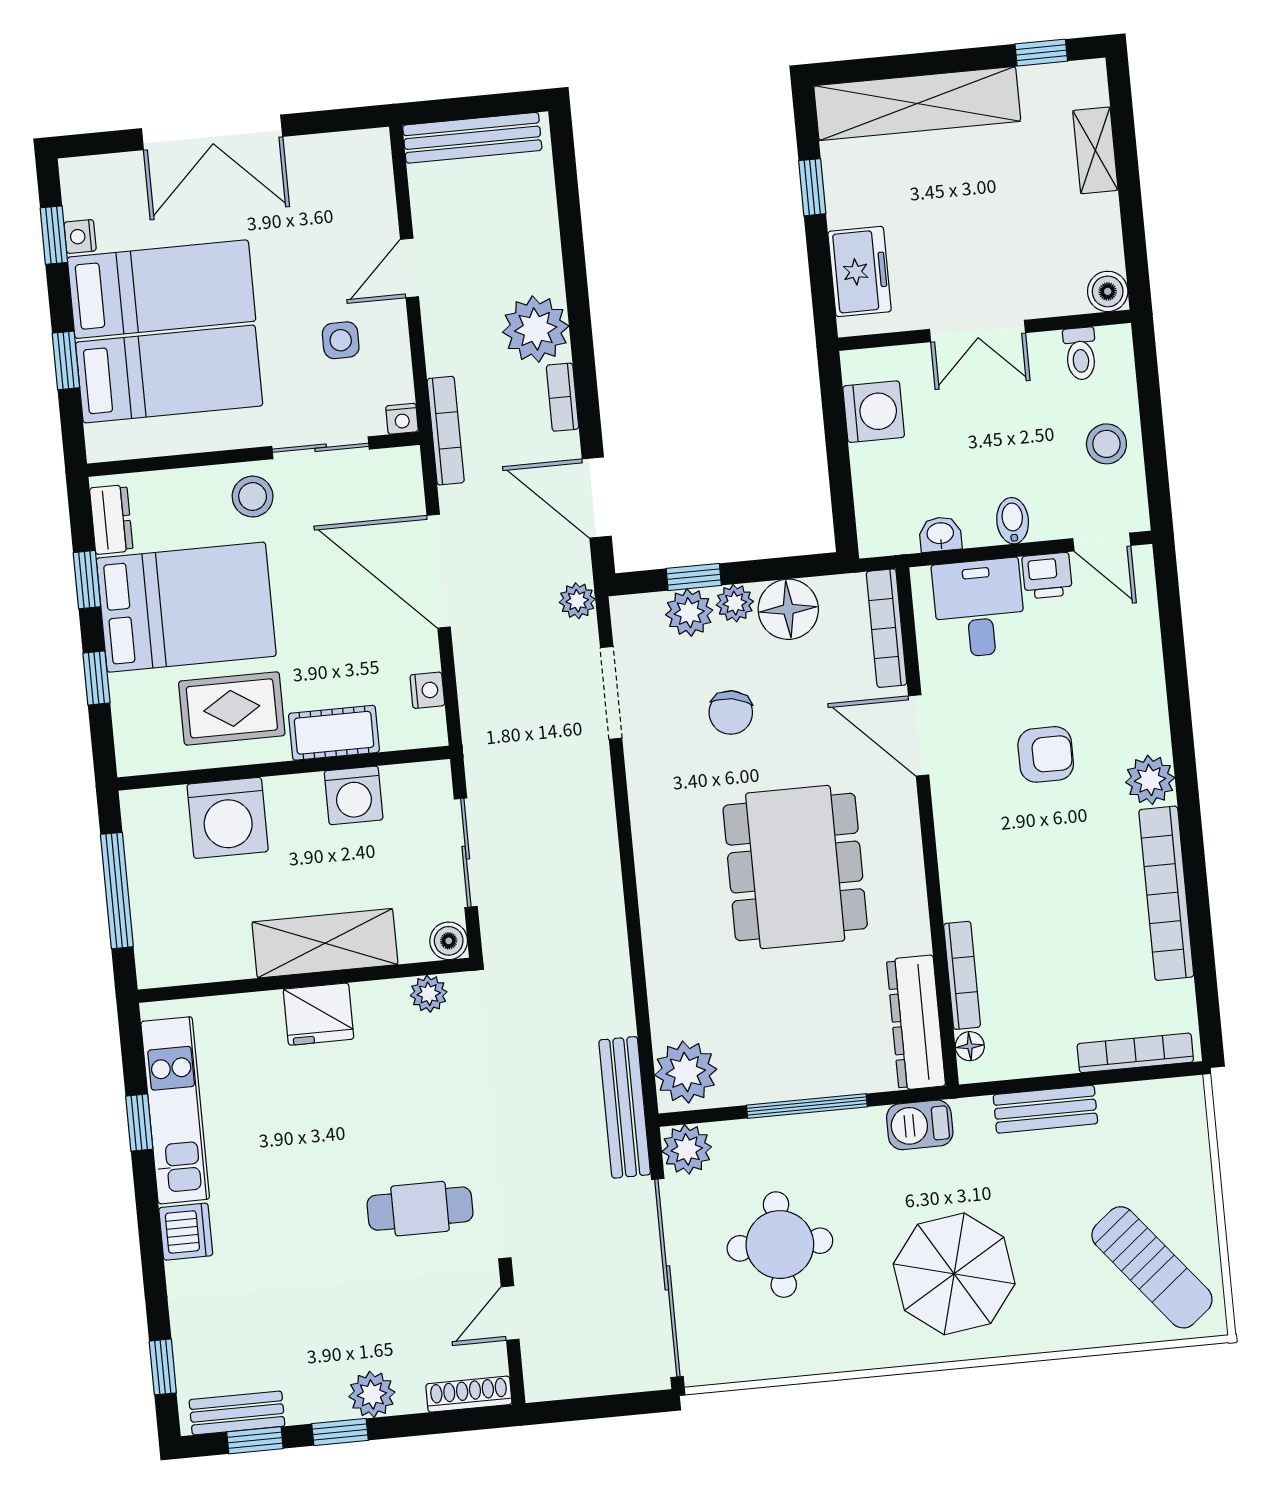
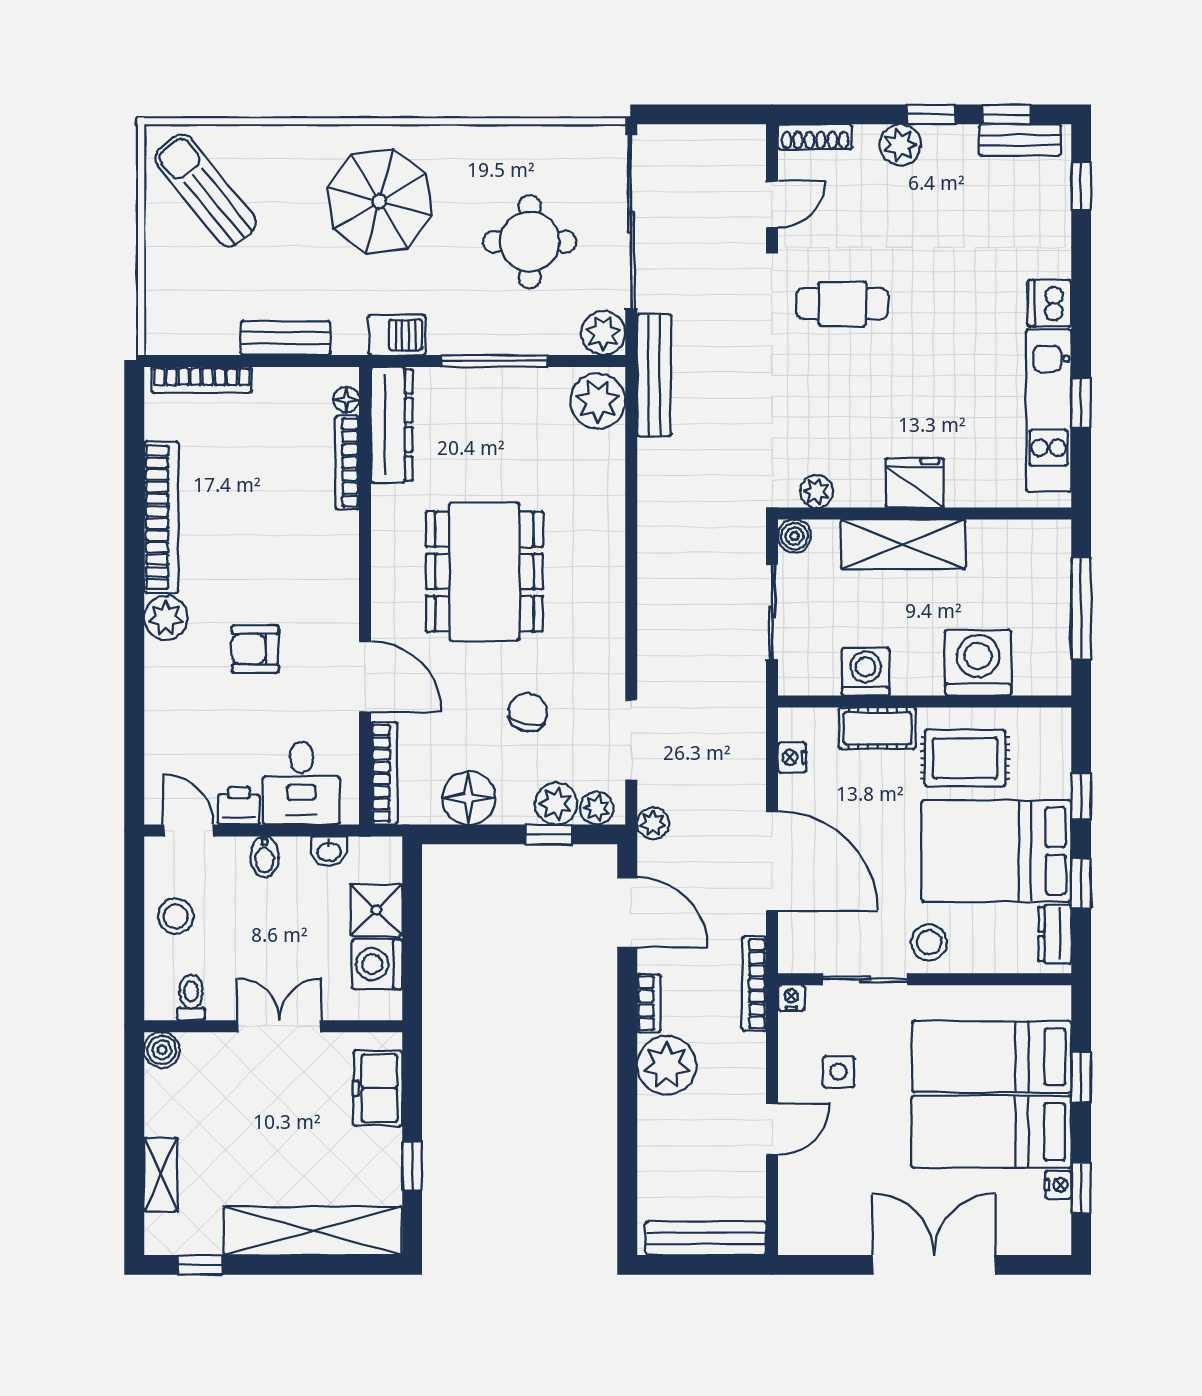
shower: (880, 473) -> (376, 910), added
plant: (735, 603) -> (597, 808), moved

